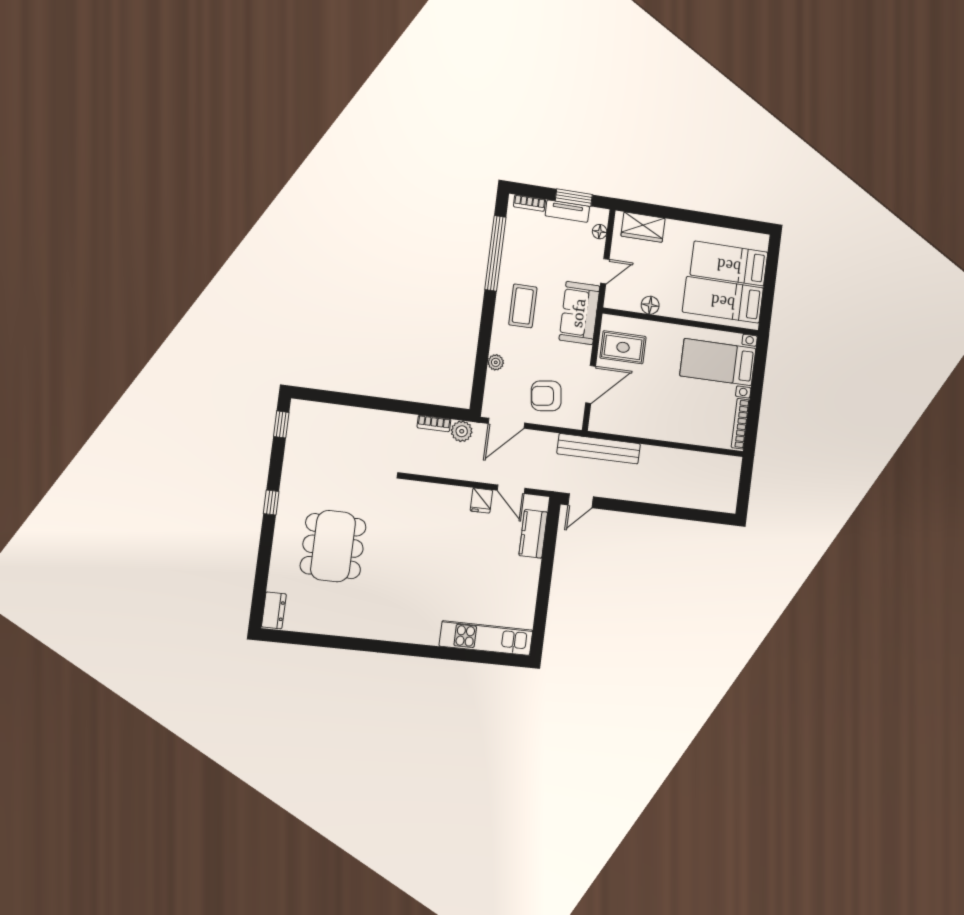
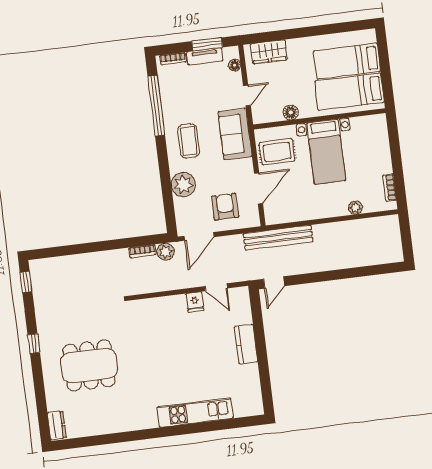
plant: (496, 362) -> (183, 185), width x1.87, depth x1.87
bed with nightstands: (718, 362) -> (326, 152), moved, turned -90
armchair: (546, 396) -> (225, 207), turned 97
bookcase: (740, 424) -> (390, 188), width x0.64
plant: (696, 437) -> (355, 208), added
kitchen counter: (533, 534) -> (246, 344), moved
dining table: (333, 546) -> (89, 365), turned 90
kitchen unit: (486, 638) -> (195, 413), moved

